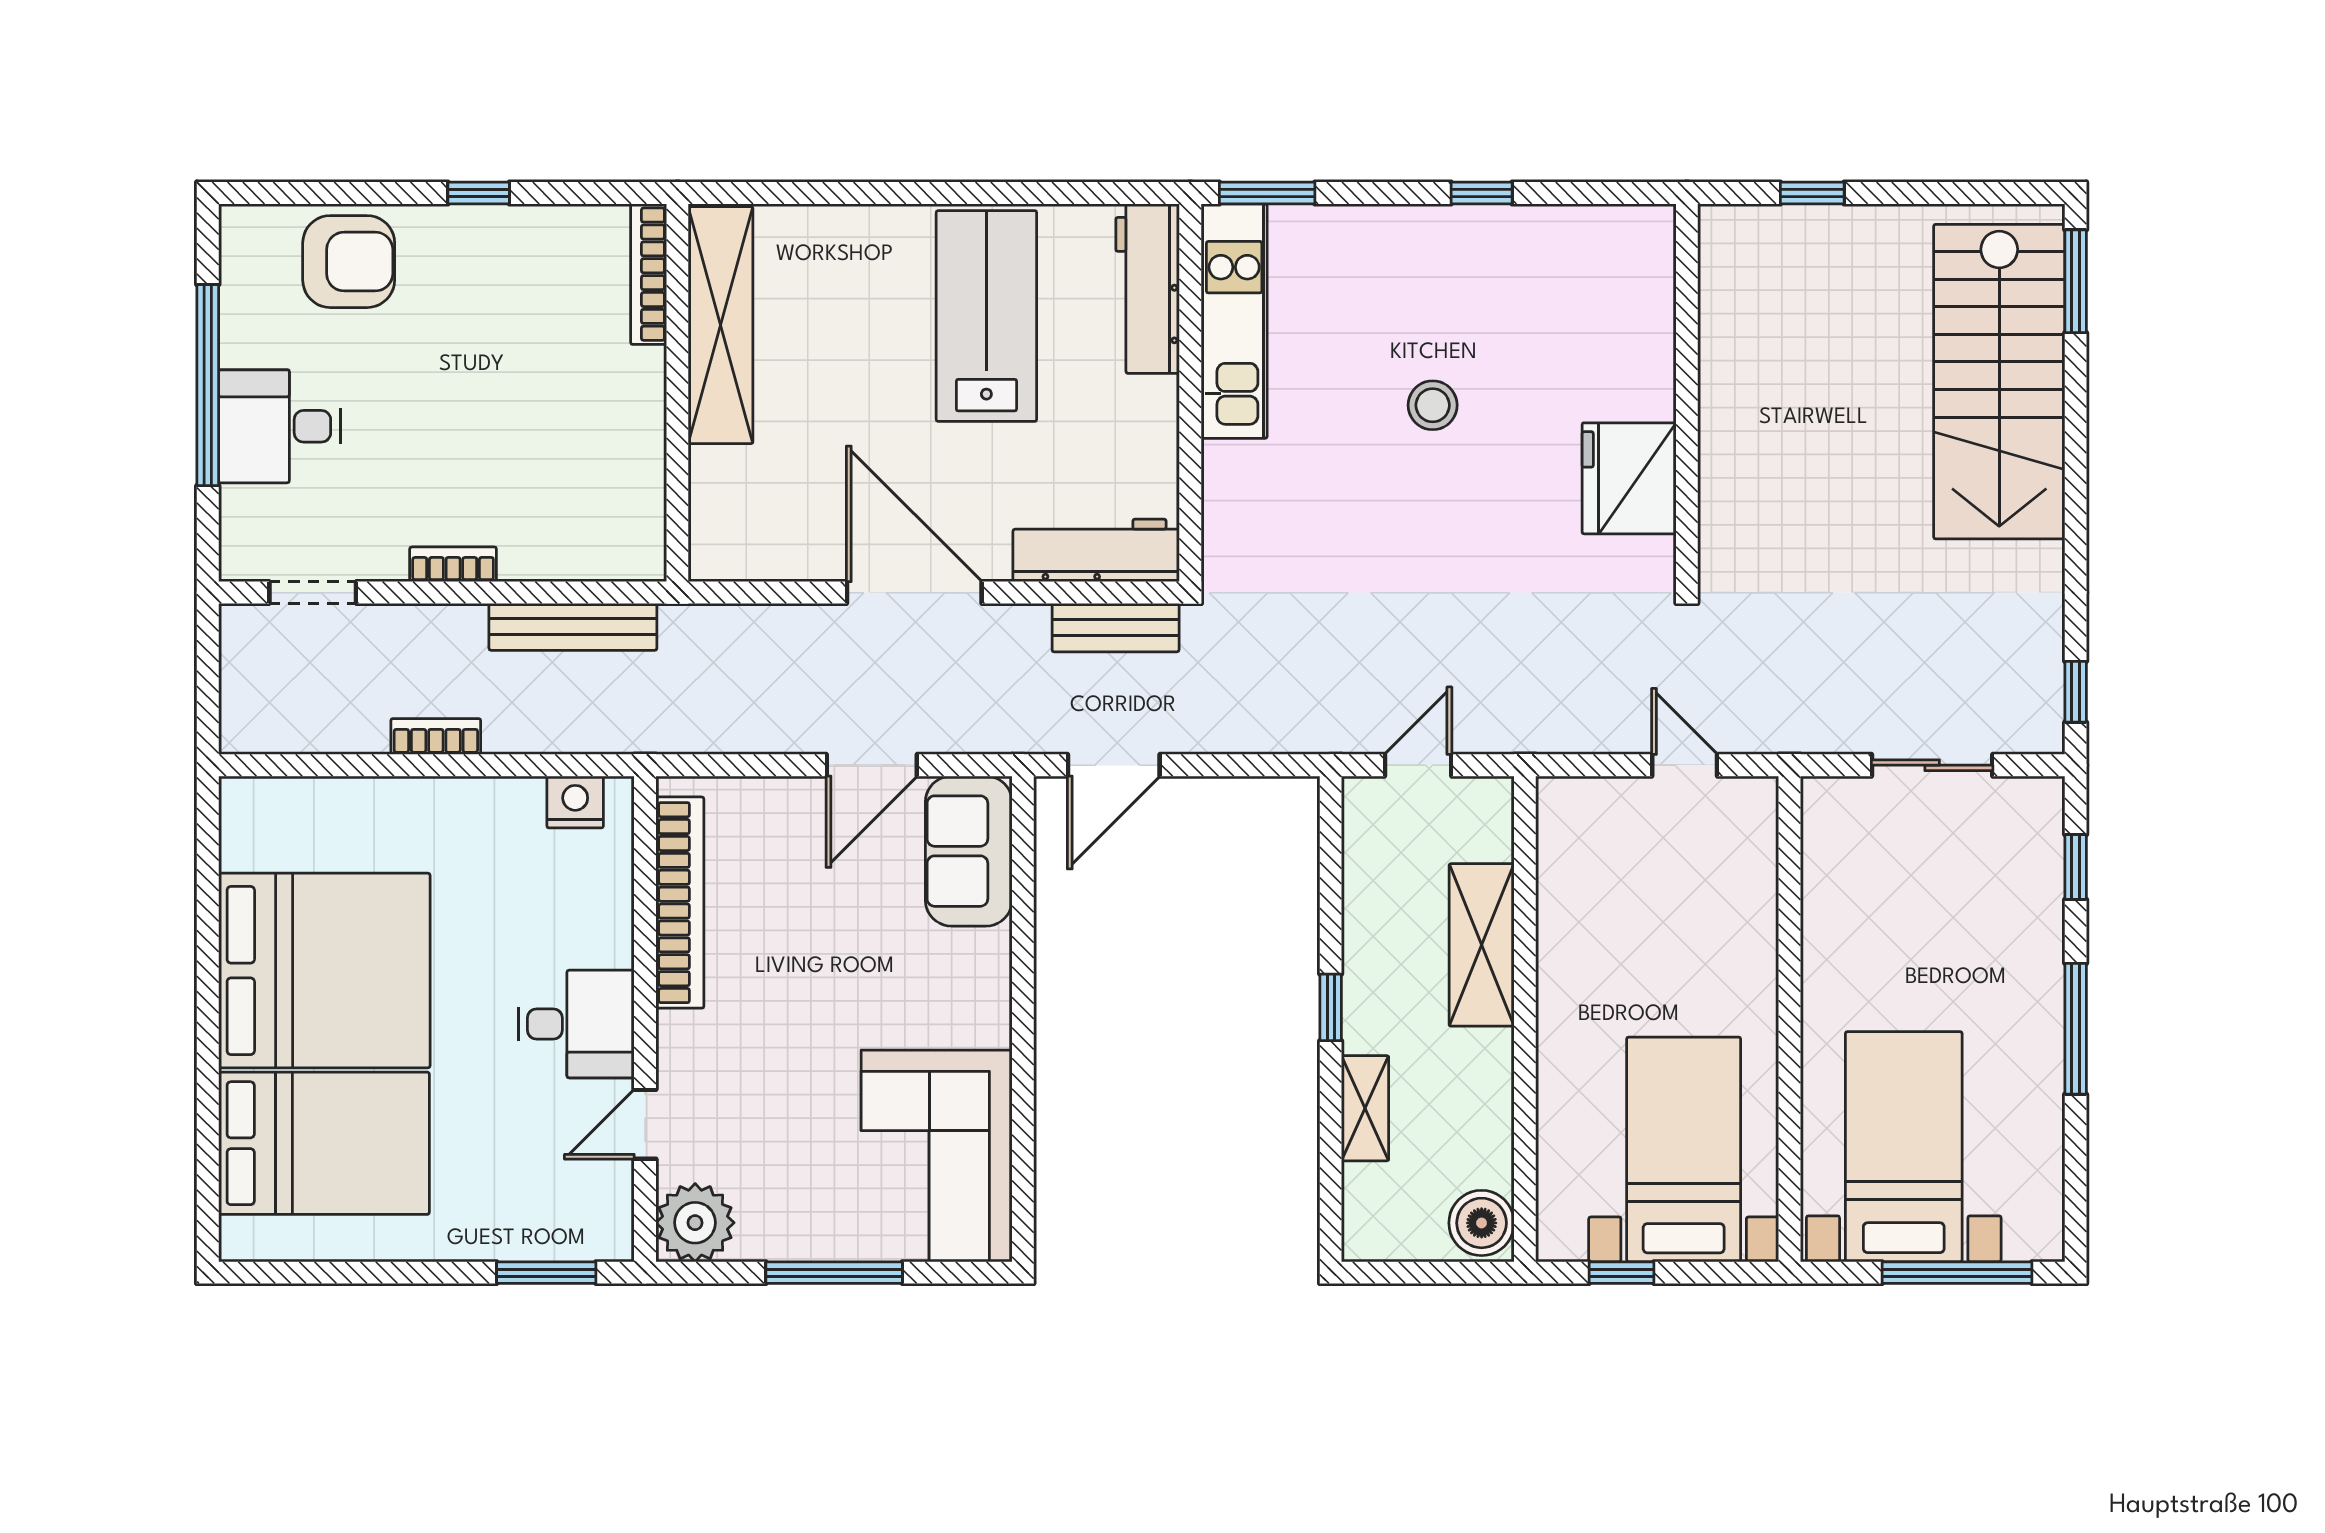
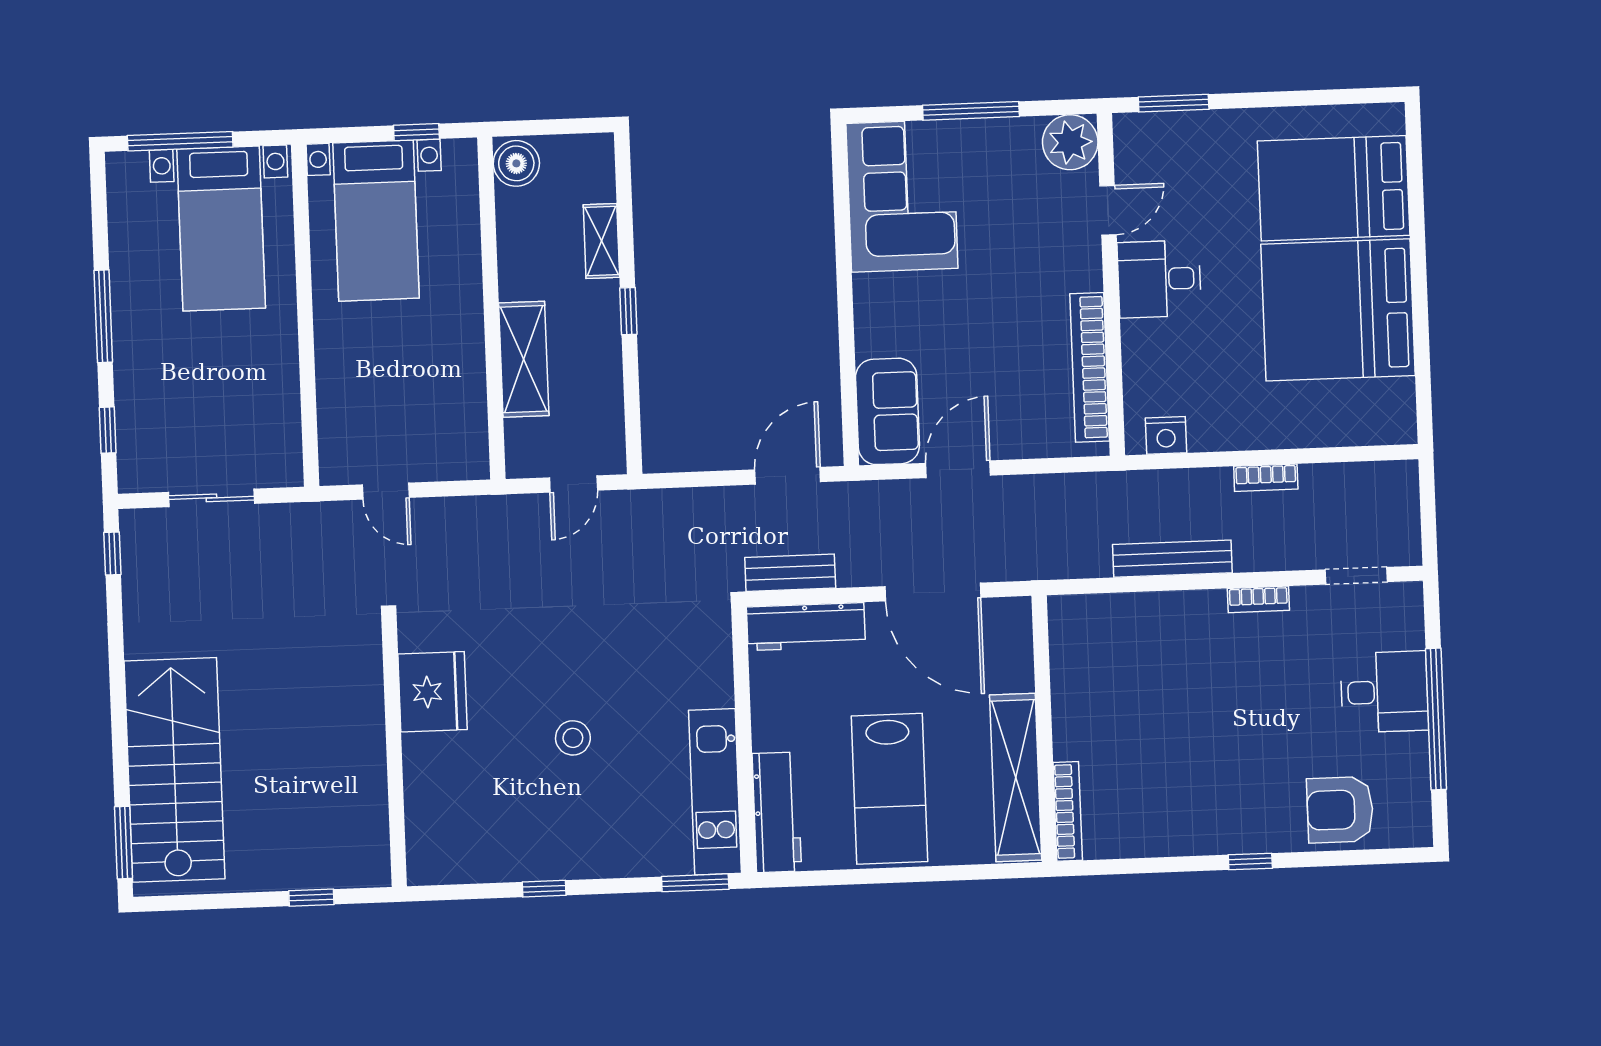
bookcase: (649, 274) -> (1068, 811), moved
shelving: (721, 325) -> (1016, 777), moved
wall: (677, 393) -> (1044, 729), moved

